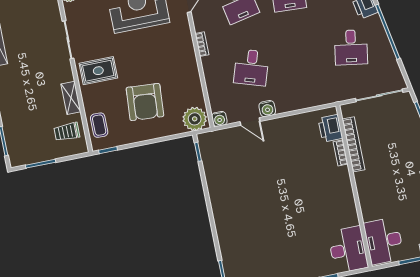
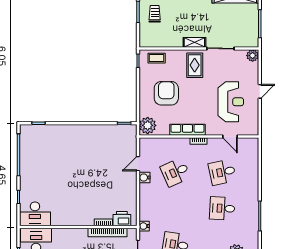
row of seats: (189, 63) -> (187, 130), added
desk: (251, 67) -> (175, 172), turned -42
shelving: (71, 98) -> (194, 42), moved
armchair: (145, 102) -> (166, 93), turned 86
water cooler: (219, 119) -> (144, 226), moved
trolley: (67, 132) -> (155, 14), moved

